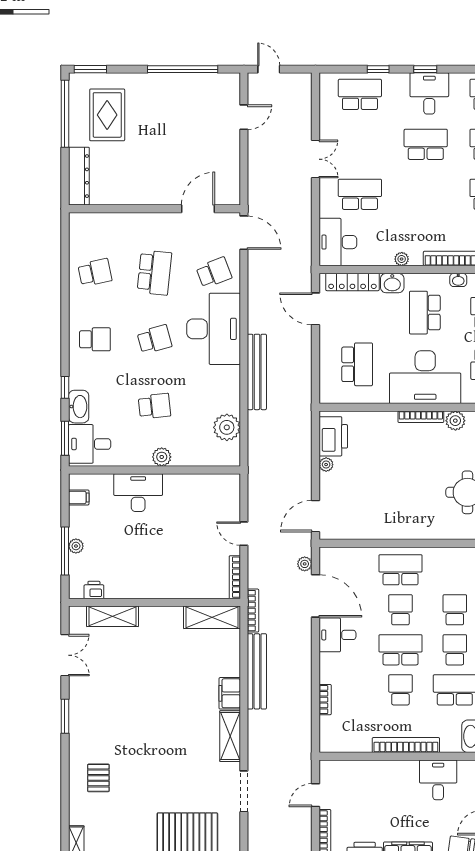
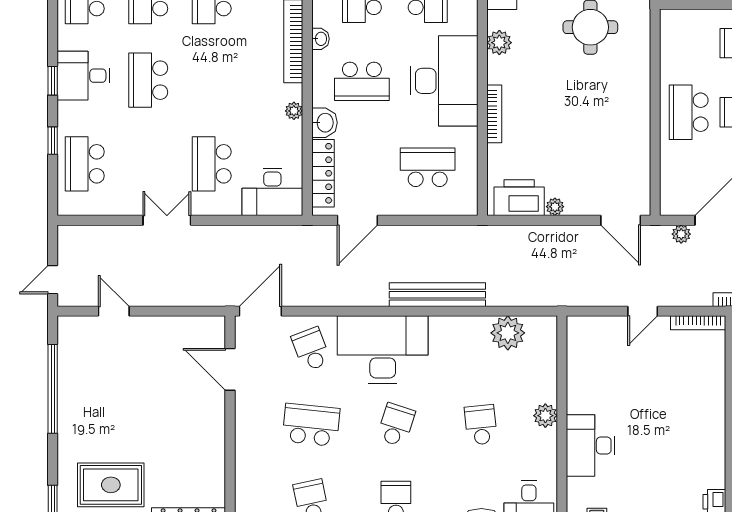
school desk: (154, 339) -> (396, 425), turned 33
bookcase: (421, 417) -> (494, 114), moved

